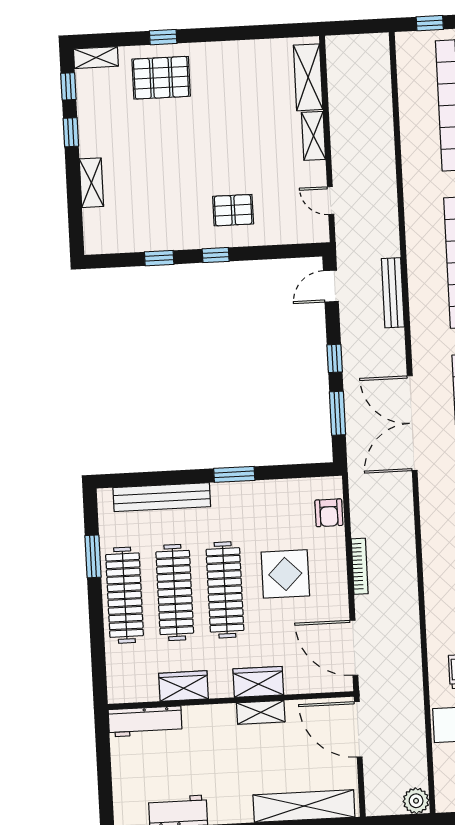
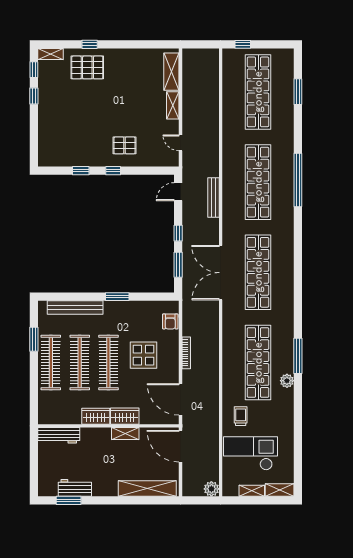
shelving: (91, 183) -> (44, 125), removed
wardrobe: (183, 686) -> (96, 416), moved

